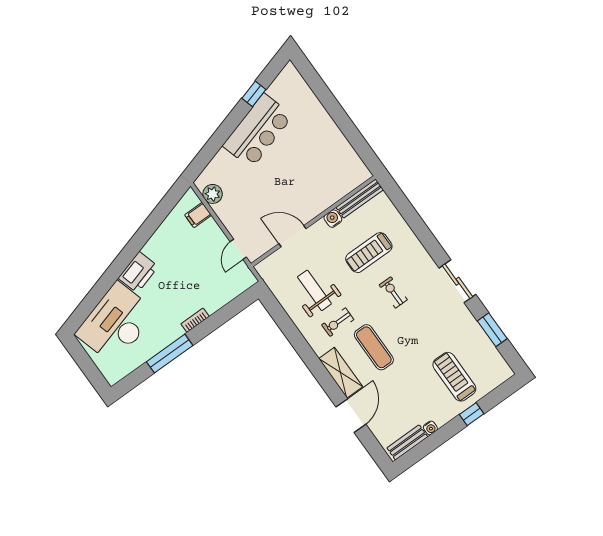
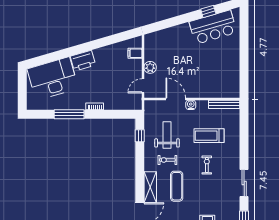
bar counter: (258, 131) -> (213, 27), moved
plant: (213, 194) -> (150, 67), moved
water cooler: (333, 219) -> (191, 105), moved
window: (280, 316) -> (140, 136), added

